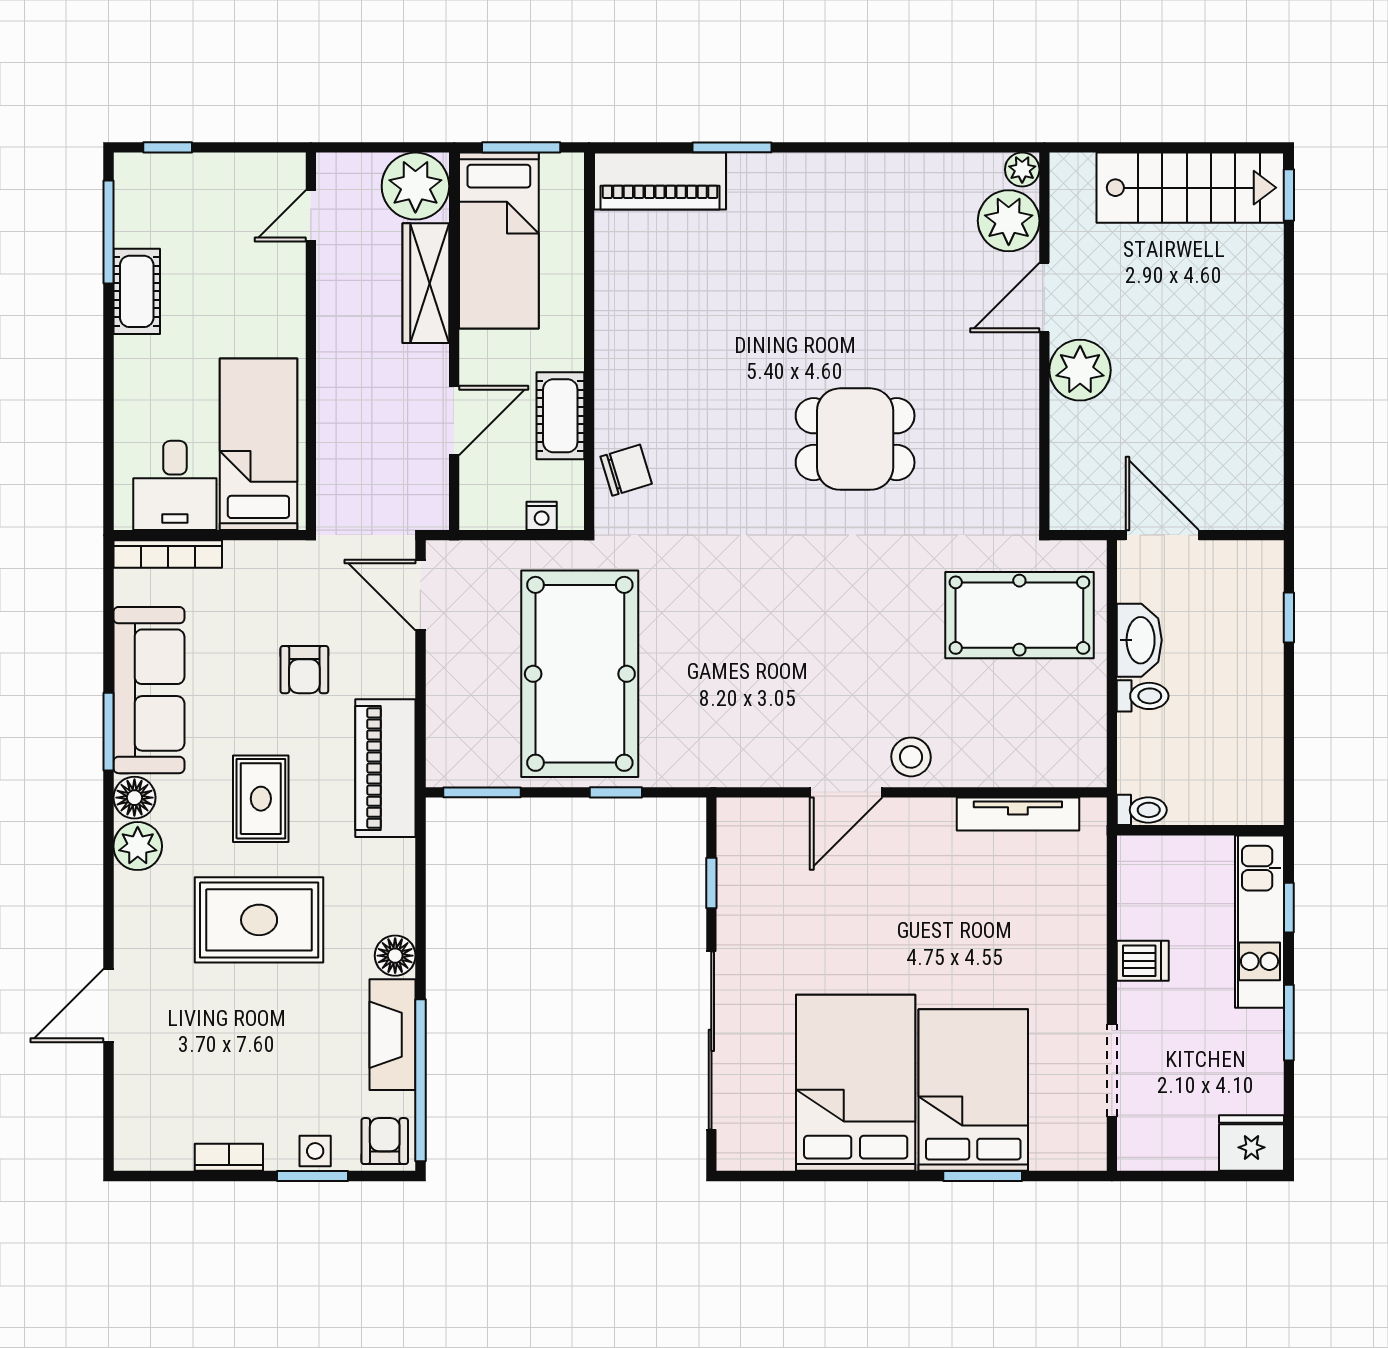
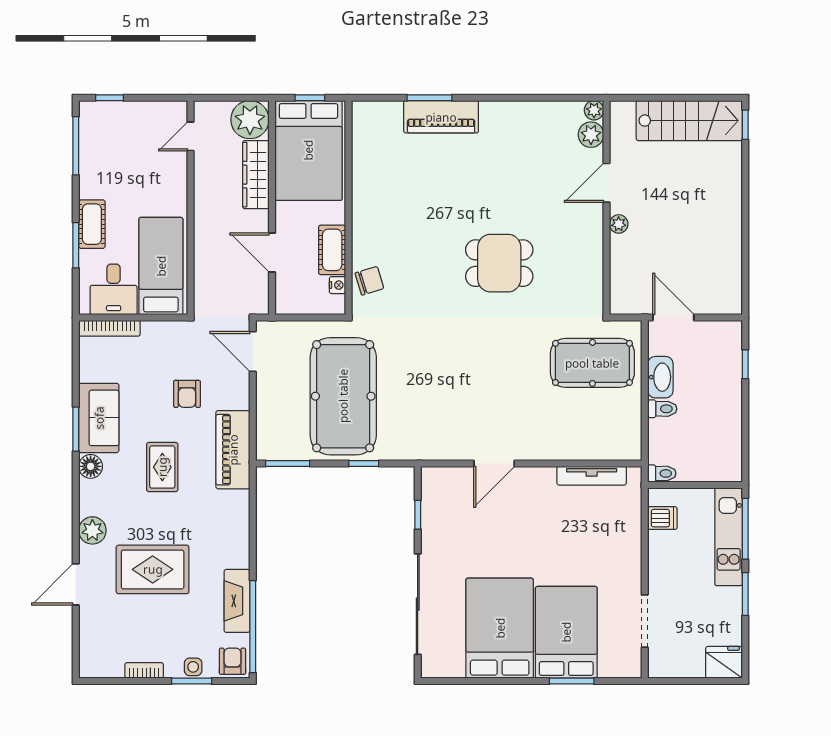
window: (521, 147) -> (310, 98), width x0.67
piano: (660, 181) -> (441, 117), moved
plant: (1009, 221) -> (591, 135), width x0.73, depth x0.73
bed: (499, 240) -> (308, 150), width x1.50
cot: (137, 291) -> (92, 224), moved
plant: (1080, 370) -> (619, 224), width x0.53, depth x0.53
window: (108, 407) -> (76, 245), added
door: (454, 420) -> (272, 253), swing flipped
nightstand: (542, 516) -> (337, 285), moved, turned -90
sofa: (149, 690) -> (99, 418), width x0.73
stool: (911, 757) -> (531, 443), removed
plant: (138, 846) -> (92, 530), moved
window: (1289, 908) -> (745, 529), width x2.17
rug: (259, 920) -> (153, 569), moved
floor lamp: (395, 956) -> (238, 556), removed
dishwasher: (1143, 961) -> (662, 518), moved

